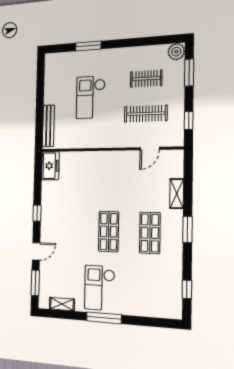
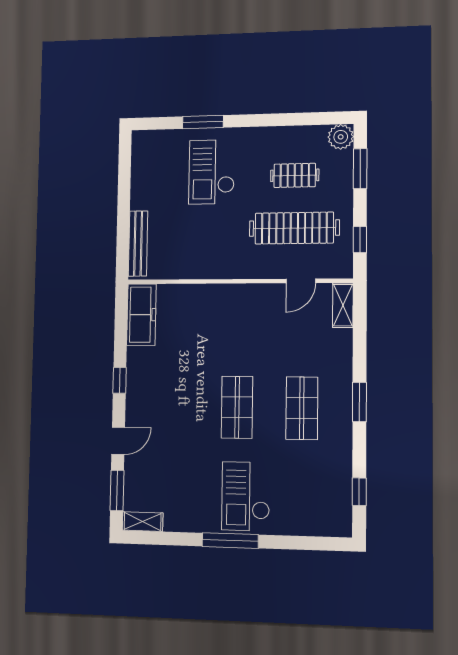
checkout: (91, 97) -> (212, 172), moved
clothes rail: (146, 114) -> (294, 228), width x1.37, depth x1.31
freezer: (50, 166) -> (141, 315), width x1.40
shelving: (177, 194) -> (343, 305), moved
checkout: (99, 288) -> (246, 496), moved
shelving: (62, 304) -> (143, 522), moved

